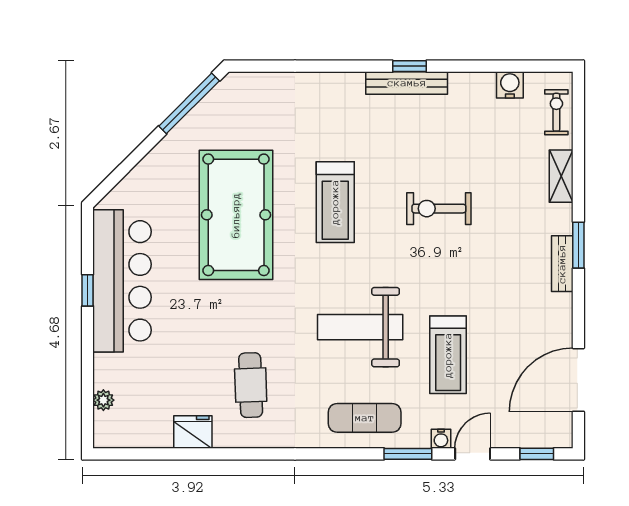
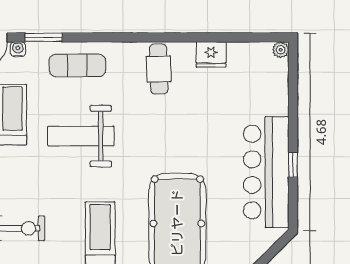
weight bench: (360, 327) -> (81, 136), turned 180
cafe table: (251, 385) -> (159, 69), moved
plant: (103, 400) -> (281, 50), moved

